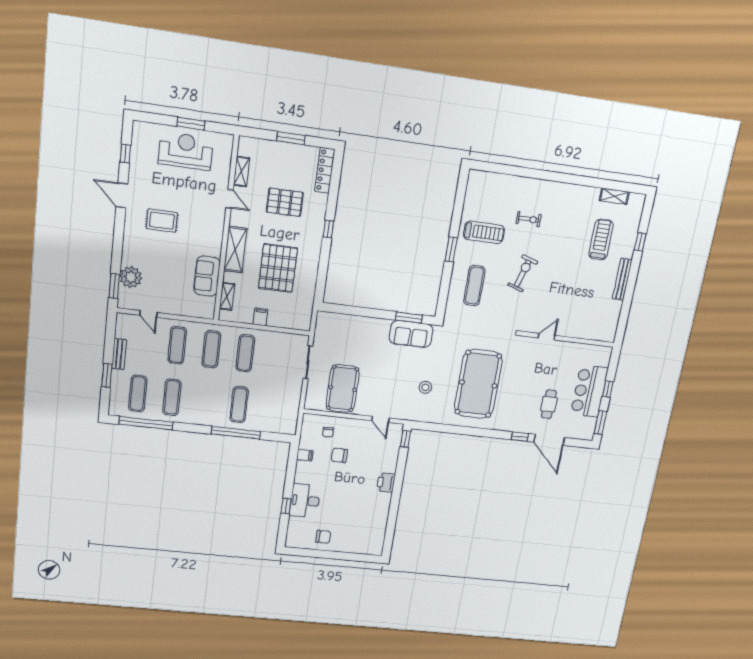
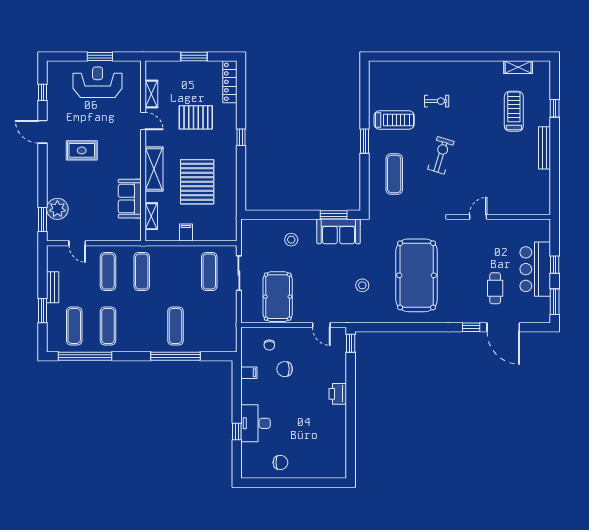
stool: (364, 336) -> (291, 240), added
exercise mat: (245, 353) -> (209, 271), moved

